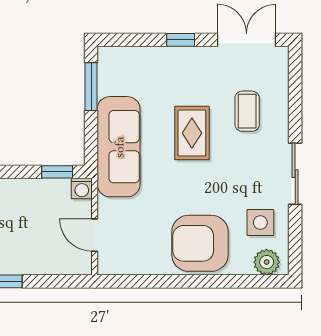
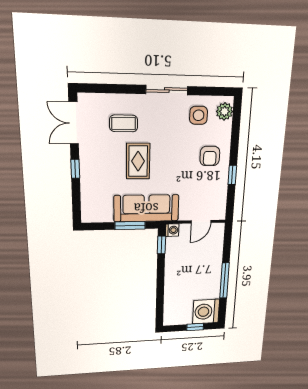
window: (91, 87) -> (130, 226), moved
rug: (192, 133) -> (138, 161), turned 90
armchair: (200, 243) -> (210, 156), width x0.53, depth x0.53
window: (170, 281) -> (232, 175), added

